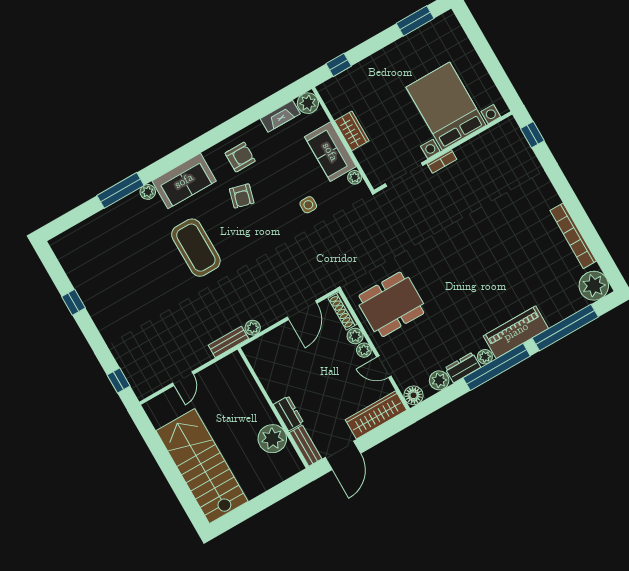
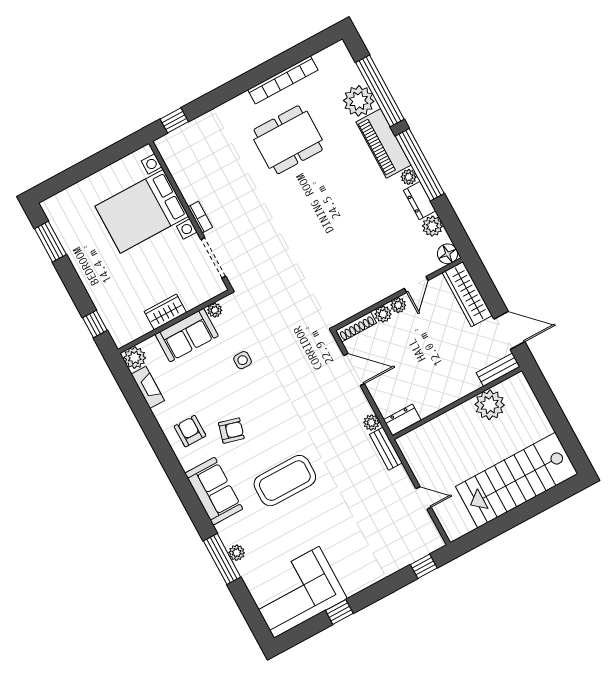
plant: (148, 192) -> (237, 553), moved
corner sofa: (91, 261) -> (296, 592), added
plant: (594, 286) -> (359, 101), moved
dining table: (391, 304) -> (288, 140), moved, turned 90
dresser: (288, 413) -> (402, 420), moved

